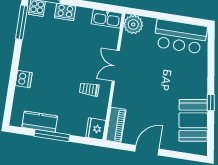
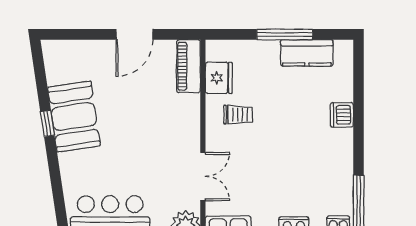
double door: (116, 66) -> (203, 176), moved
booth: (193, 120) -> (74, 117), moved
fridge: (96, 129) -> (219, 78), moved

